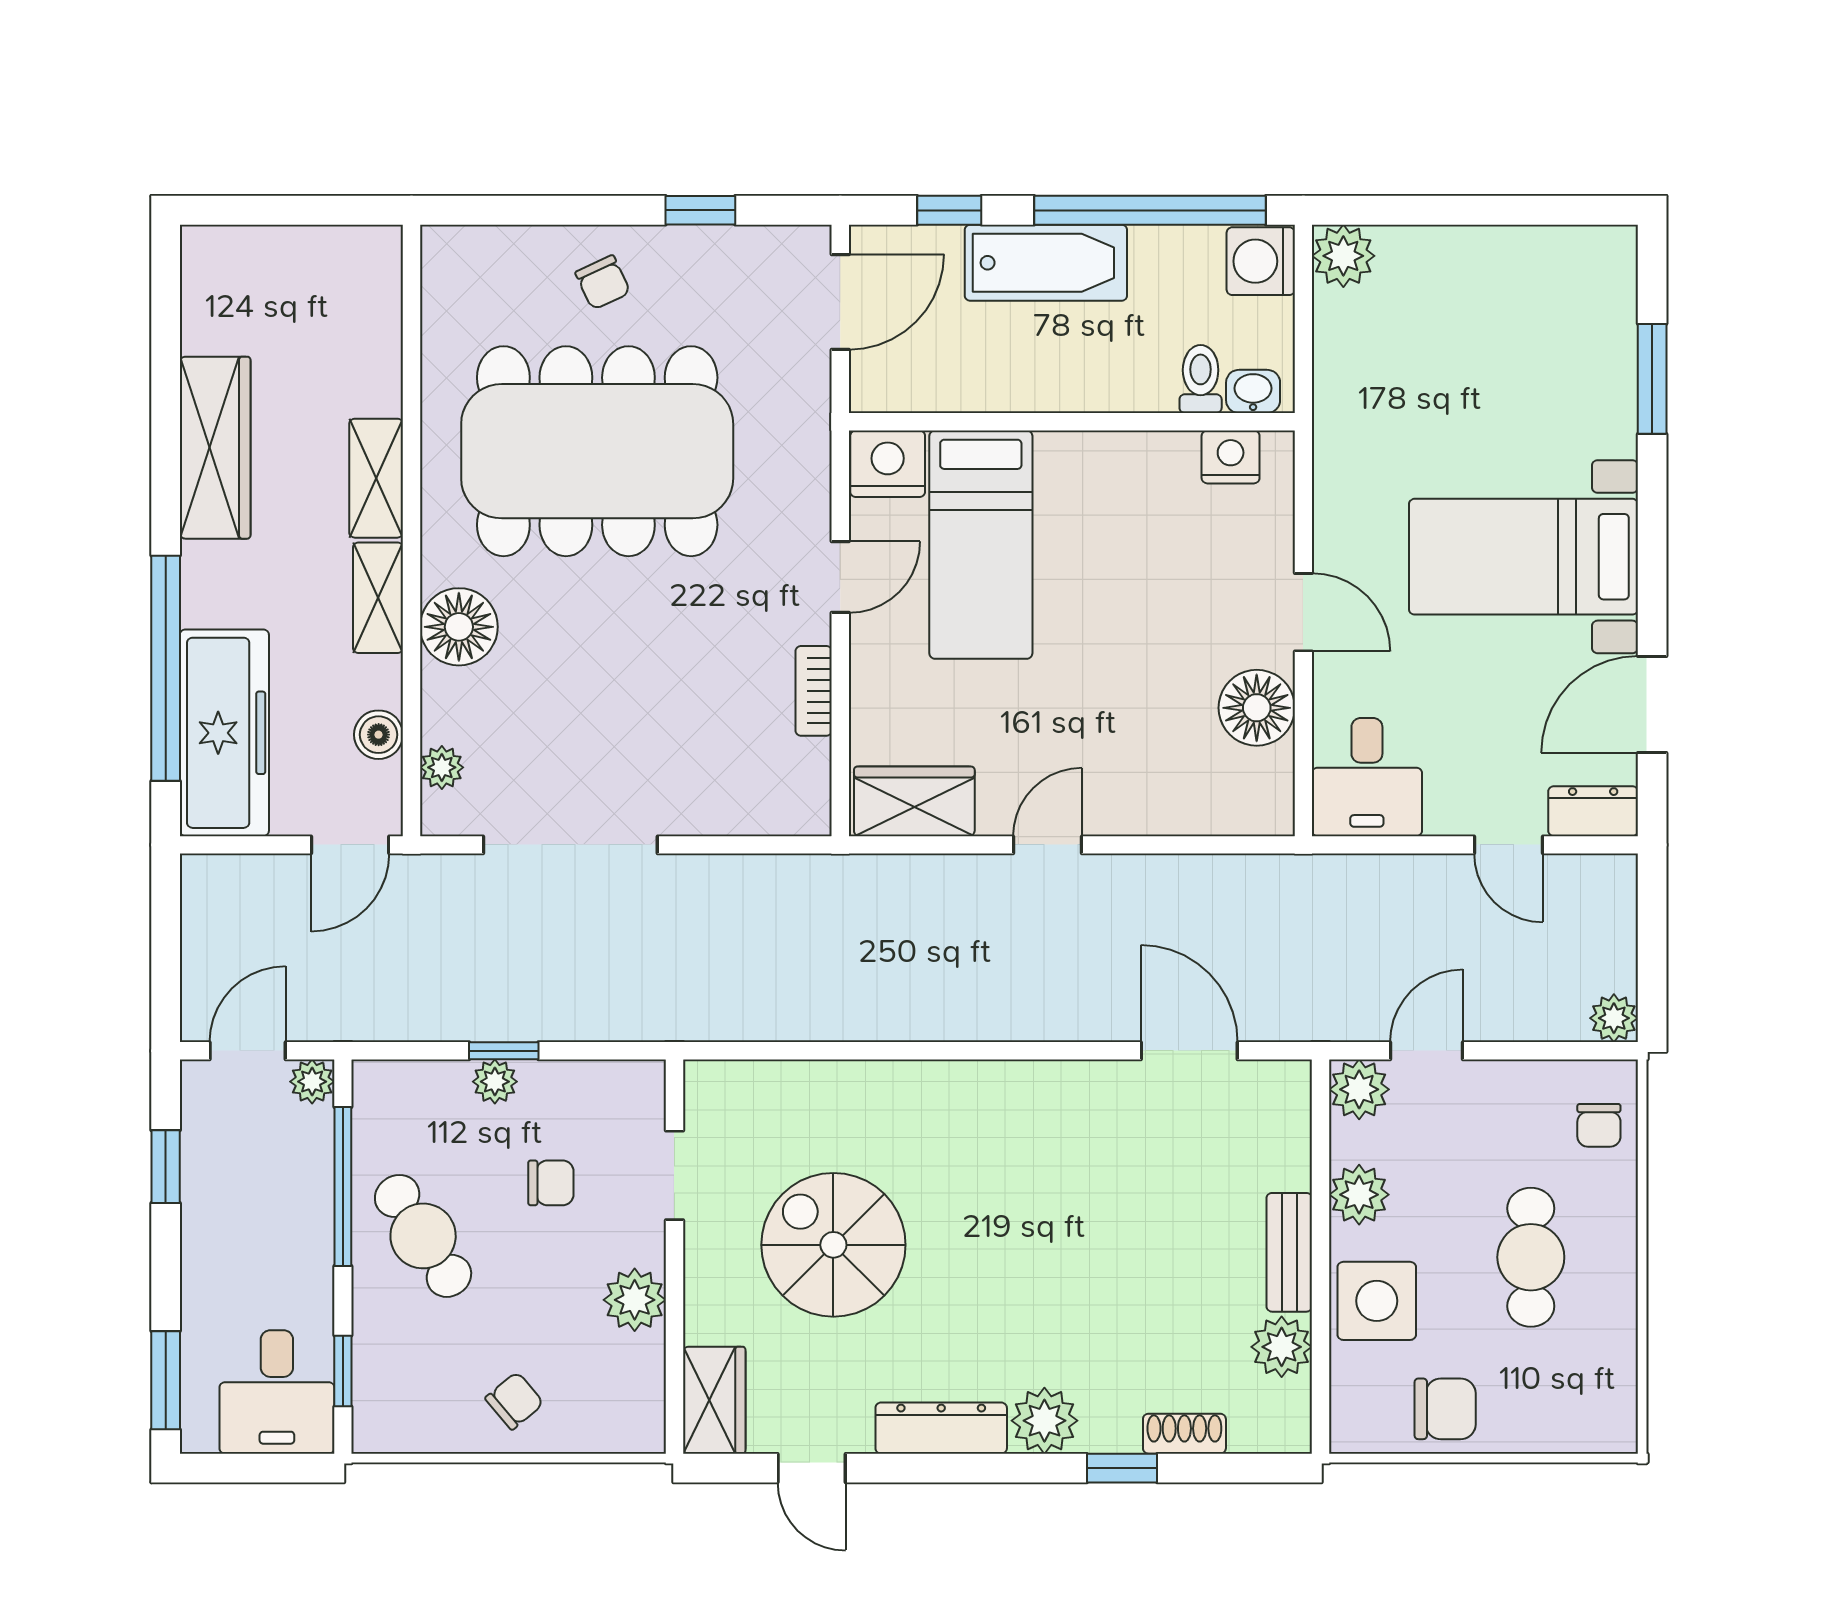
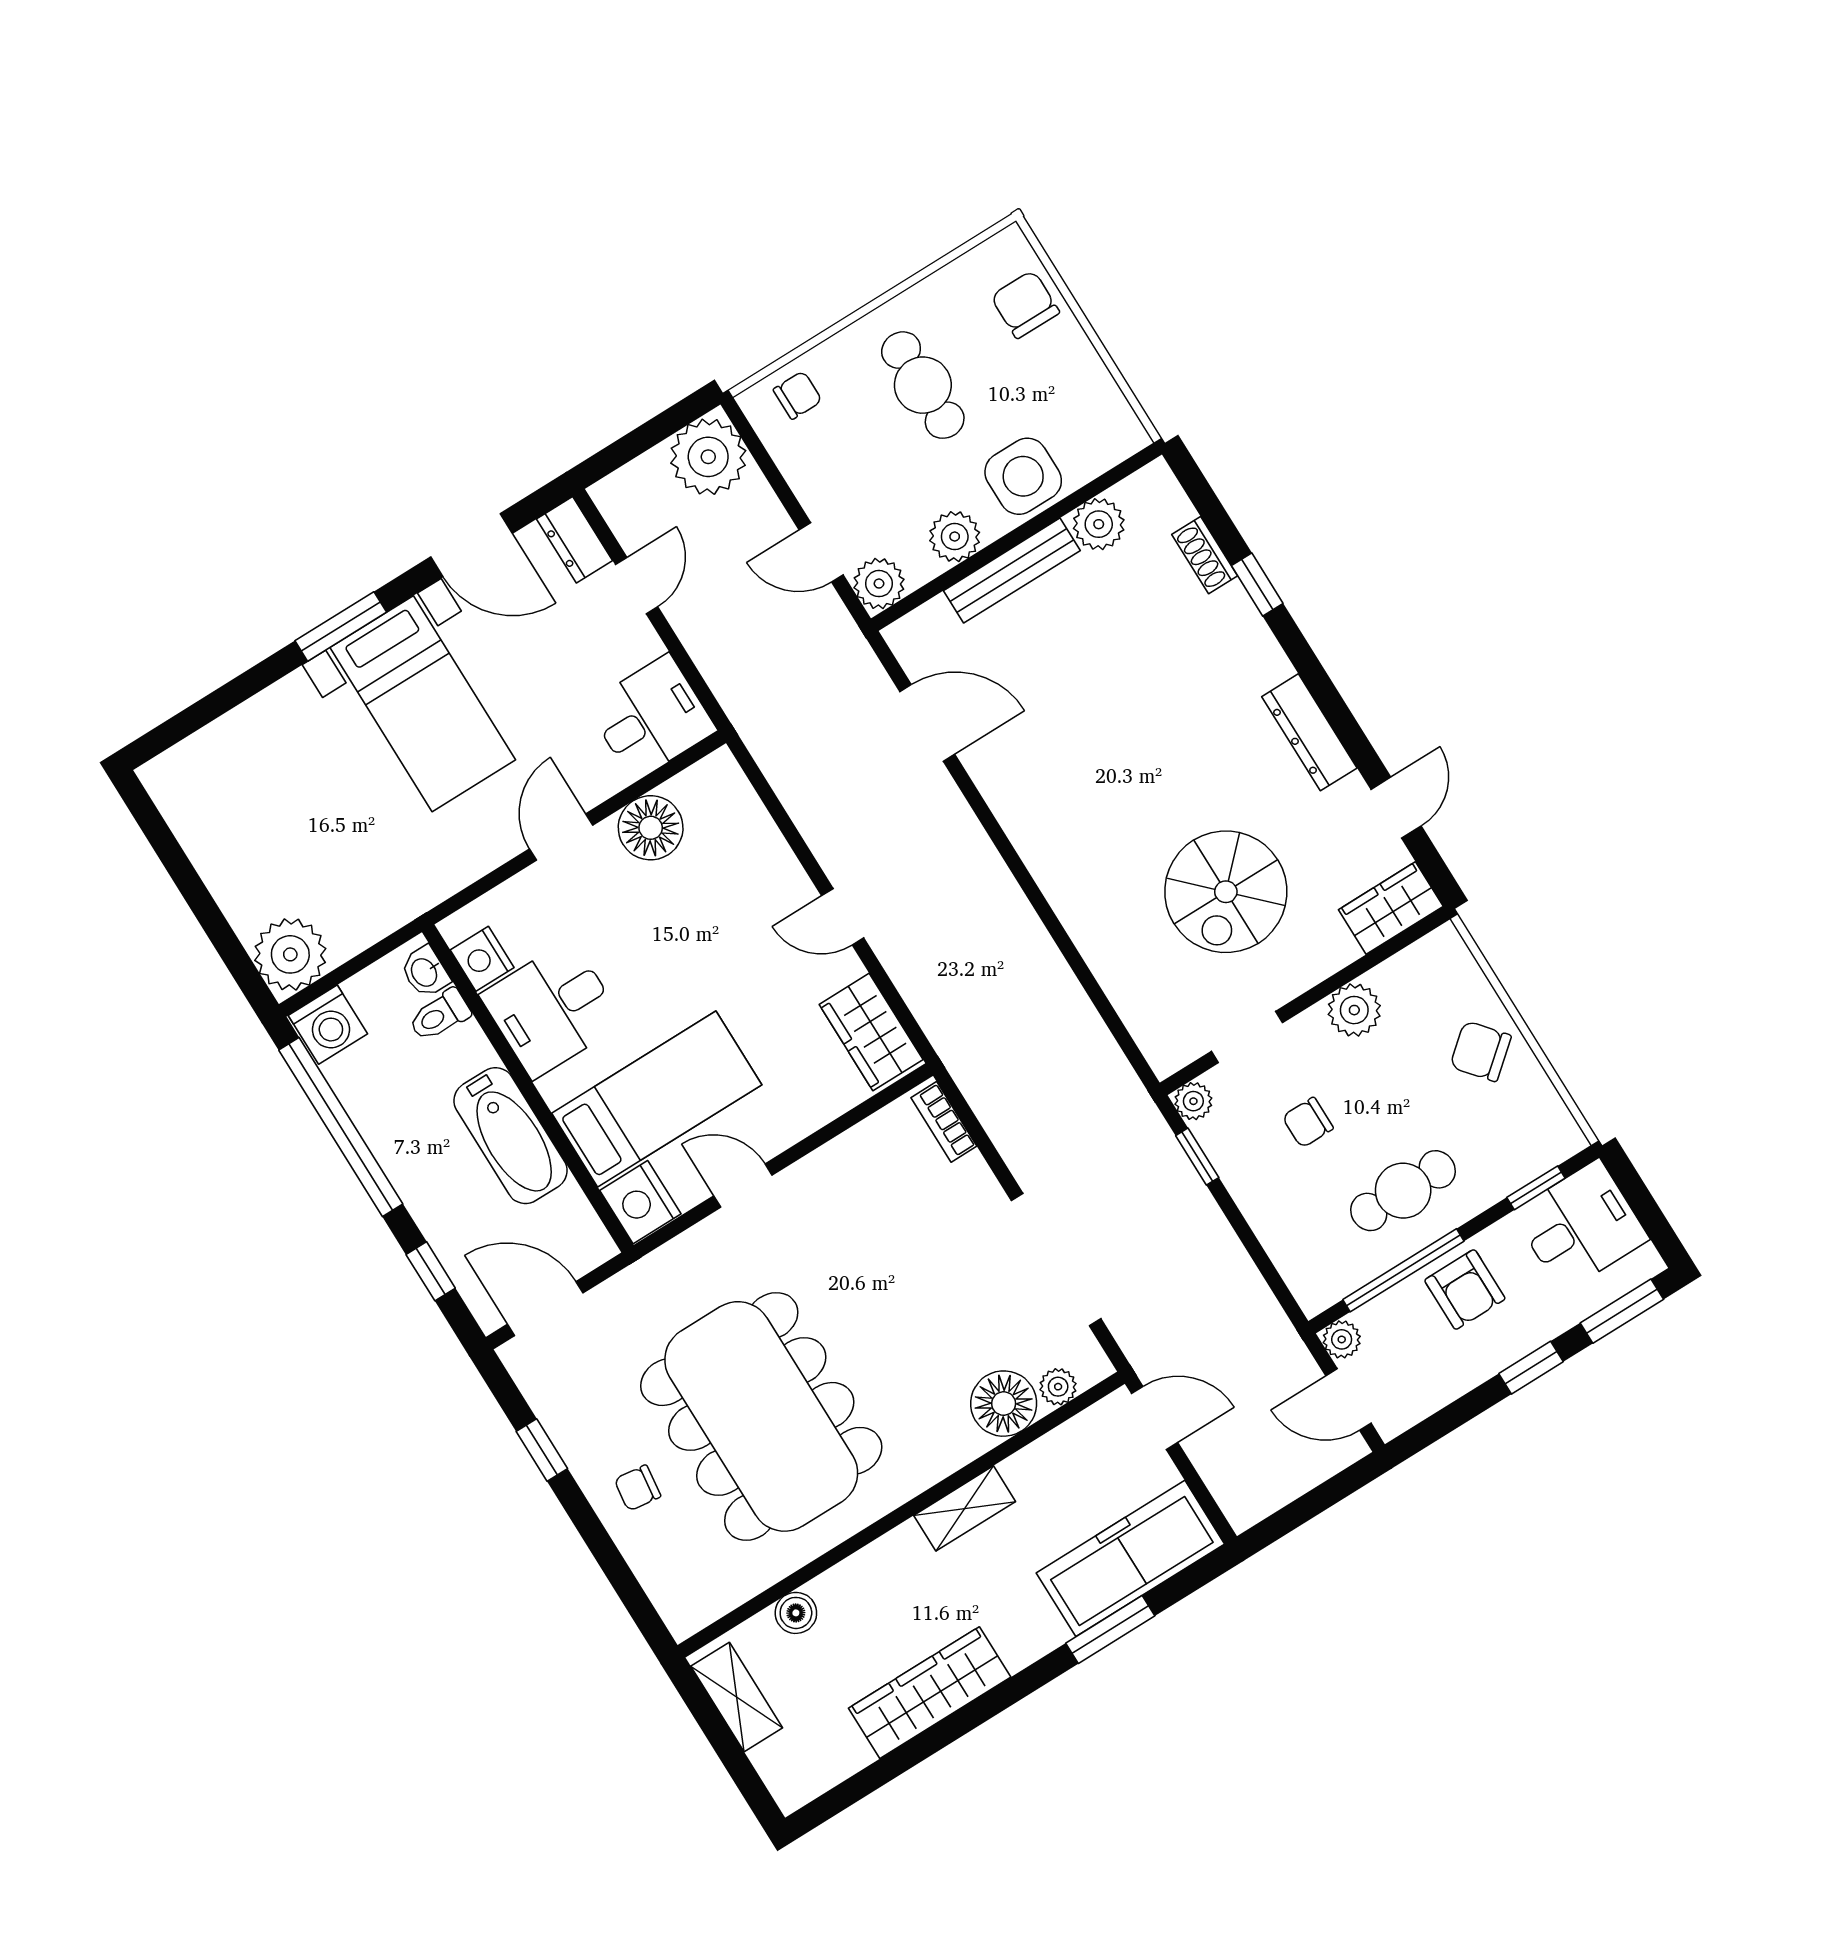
plant: (1343, 256) -> (290, 954), width x1.36, depth x1.36
bathtub: (1046, 263) -> (510, 1136), moved, turned 180
chair: (603, 282) -> (637, 1488), turned -148
window: (1652, 379) -> (341, 626), moved
shelving: (376, 478) -> (737, 1697), moved, turned 90
desk: (1137, 496) -> (552, 1009), added
floor lamp: (459, 627) -> (1004, 1404), moved
window: (166, 668) -> (1110, 1630), width x0.47
bookcase: (814, 691) -> (944, 1122), moved, turned 90
boiler: (379, 735) -> (796, 1613), moved
plant: (1614, 1018) -> (708, 457), width x1.87, depth x1.87
window: (504, 1051) -> (1197, 1157), moved
door: (1189, 1051) -> (927, 723), swing flipped
plant: (495, 1082) -> (1193, 1101), moved
window: (166, 1167) -> (1531, 1368), moved
chair: (551, 1183) -> (1308, 1122), turned -90
armchair: (285, 1236) -> (1465, 1290), added
cafe table: (423, 1236) -> (1403, 1191), turned 33
bench: (1289, 1252) -> (1012, 571), width x1.36
cafe table: (1531, 1257) -> (923, 385), turned 90
chair: (514, 1401) -> (1481, 1051), width x1.37, depth x1.37
chair: (1445, 1409) -> (1025, 304), moved
plant: (1044, 1421) -> (1258, 661), removed

